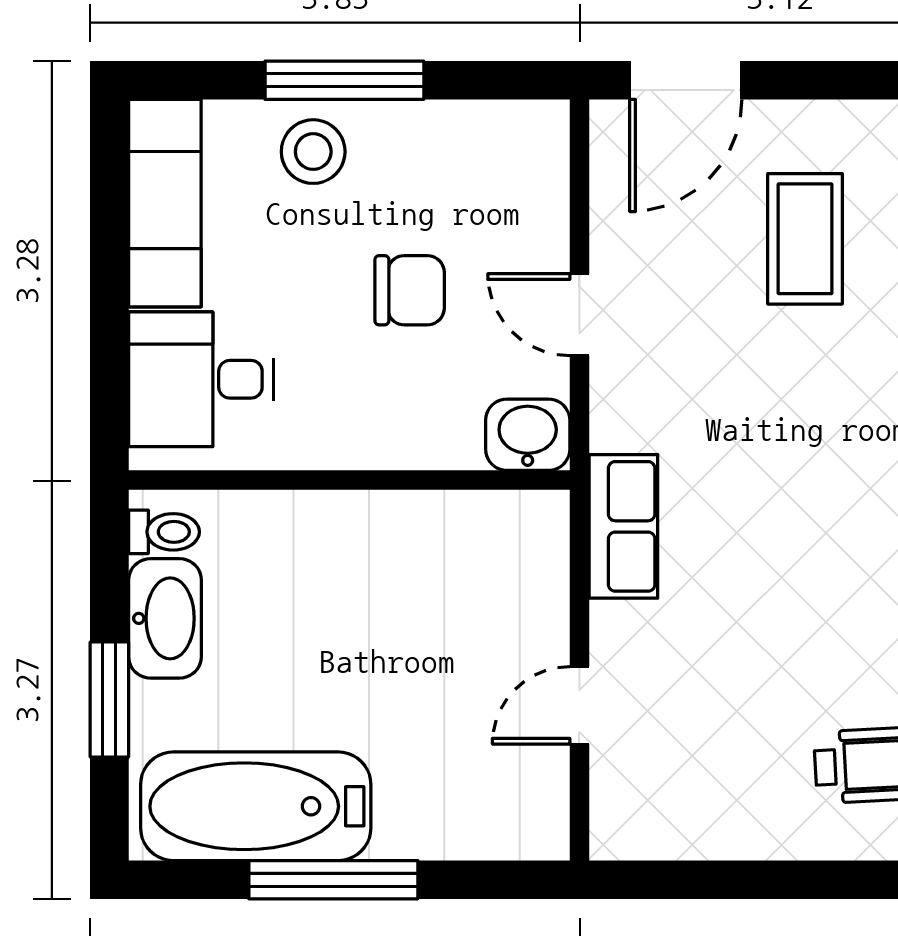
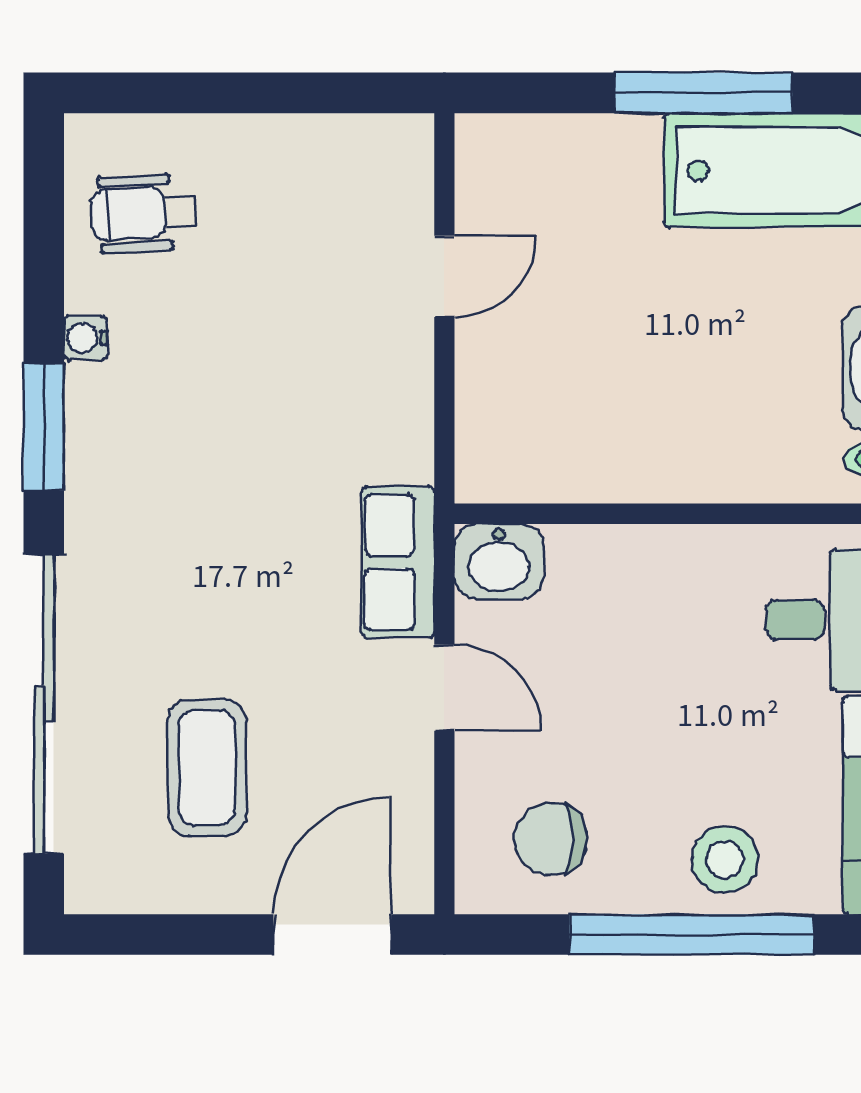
window: (344, 80) -> (692, 935), width x1.46
chair: (410, 290) -> (551, 839), moved
row of seats: (623, 526) -> (398, 562), moved

